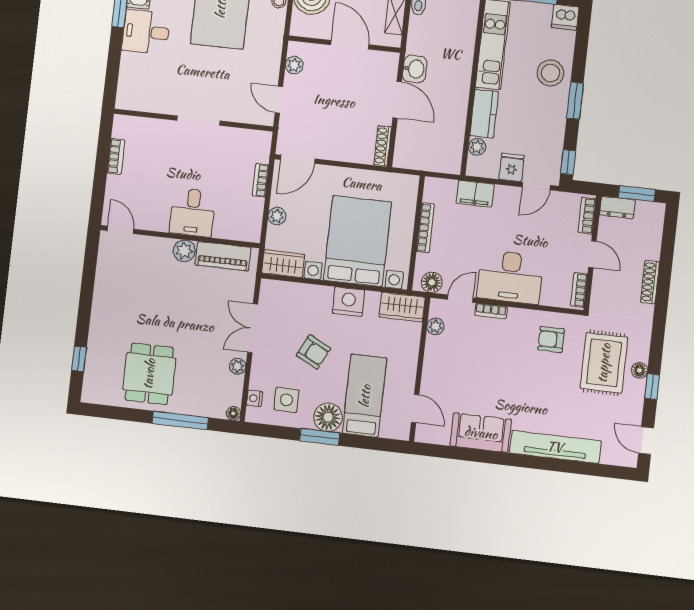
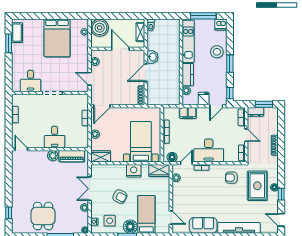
desk: (146, 32) -> (31, 81), moved, turned -90
door: (397, 100) -> (146, 73), swing flipped
bed with nightstands: (357, 241) -> (141, 142), width x0.73

